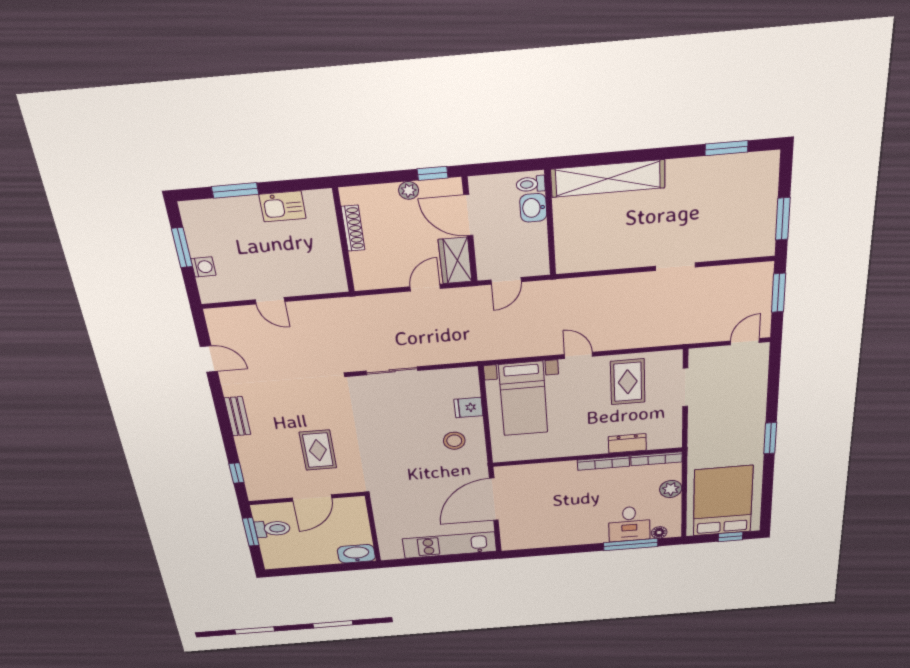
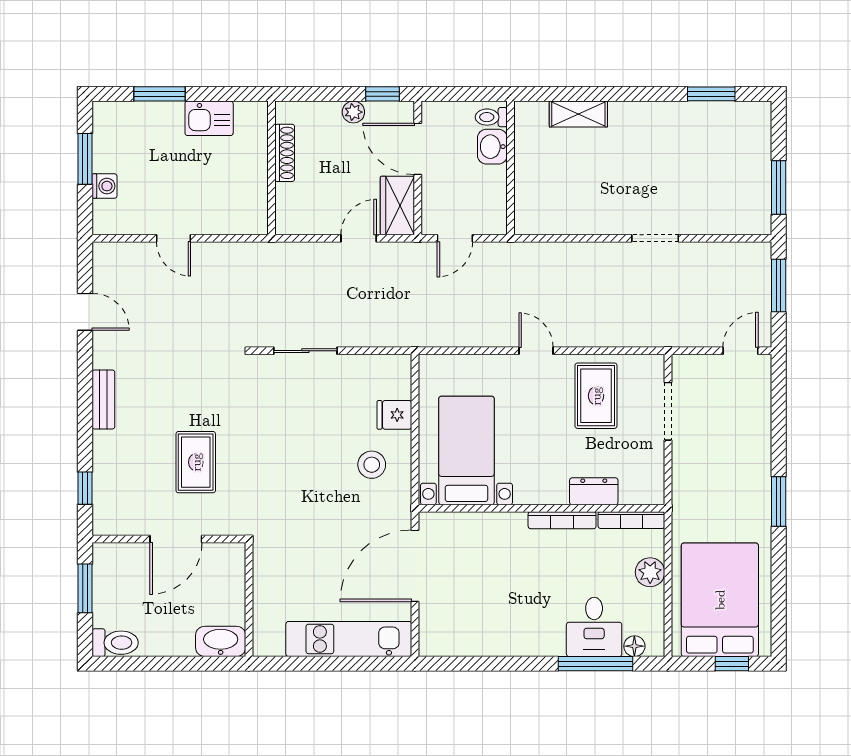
shelving: (608, 179) -> (578, 114), width x0.45, depth x0.75
bed with nightstands: (523, 399) -> (466, 450), moved, turned 180
toilet: (273, 529) -> (115, 643), moved

